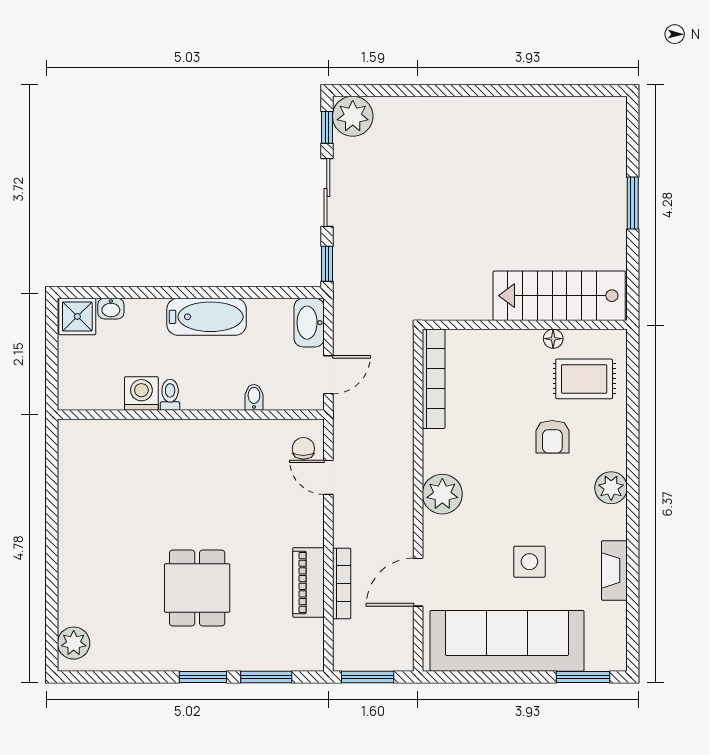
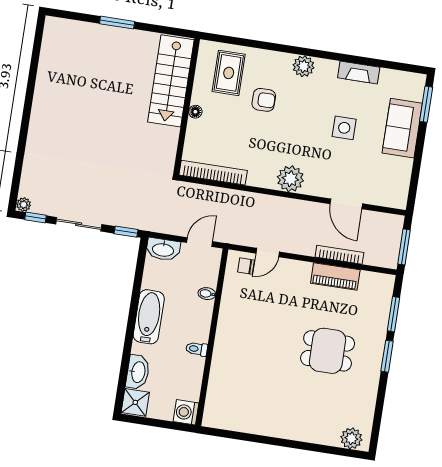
plant: (353, 116) -> (24, 205), width x0.53, depth x0.53
washbasin: (111, 309) -> (138, 372), width x1.91, depth x1.45
floor lamp: (553, 339) -> (195, 112), moved
door: (328, 375) -> (200, 242), hinge flipped
washing machine: (141, 394) -> (186, 412), moved
sofa: (507, 641) -> (402, 128), width x0.54, depth x0.79

